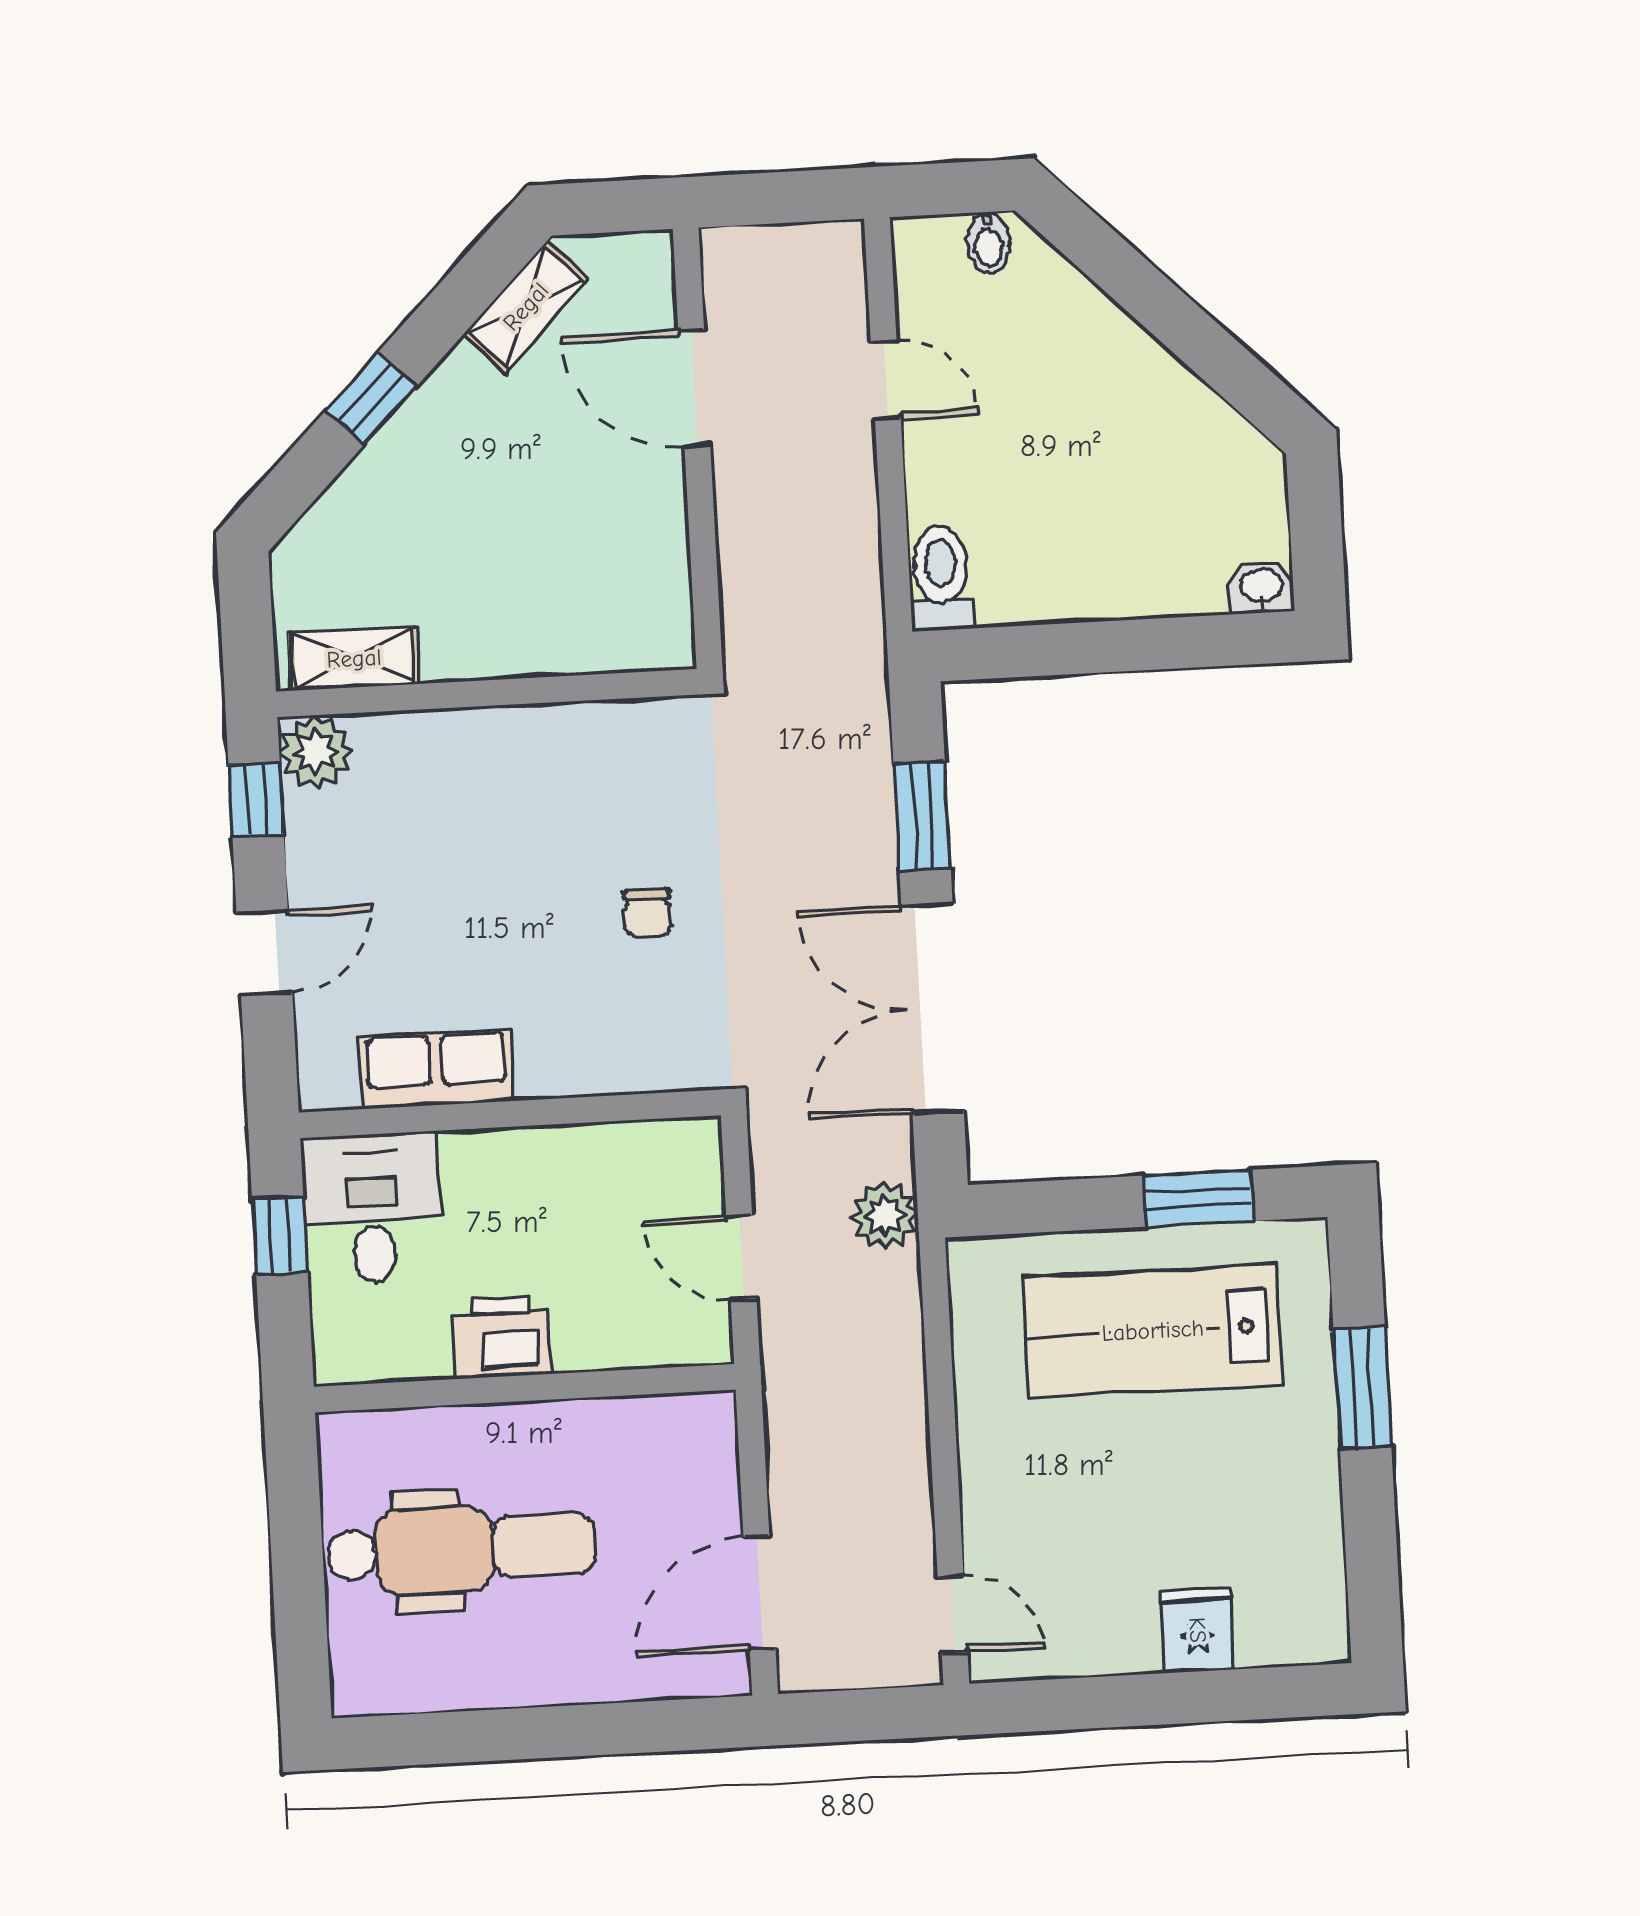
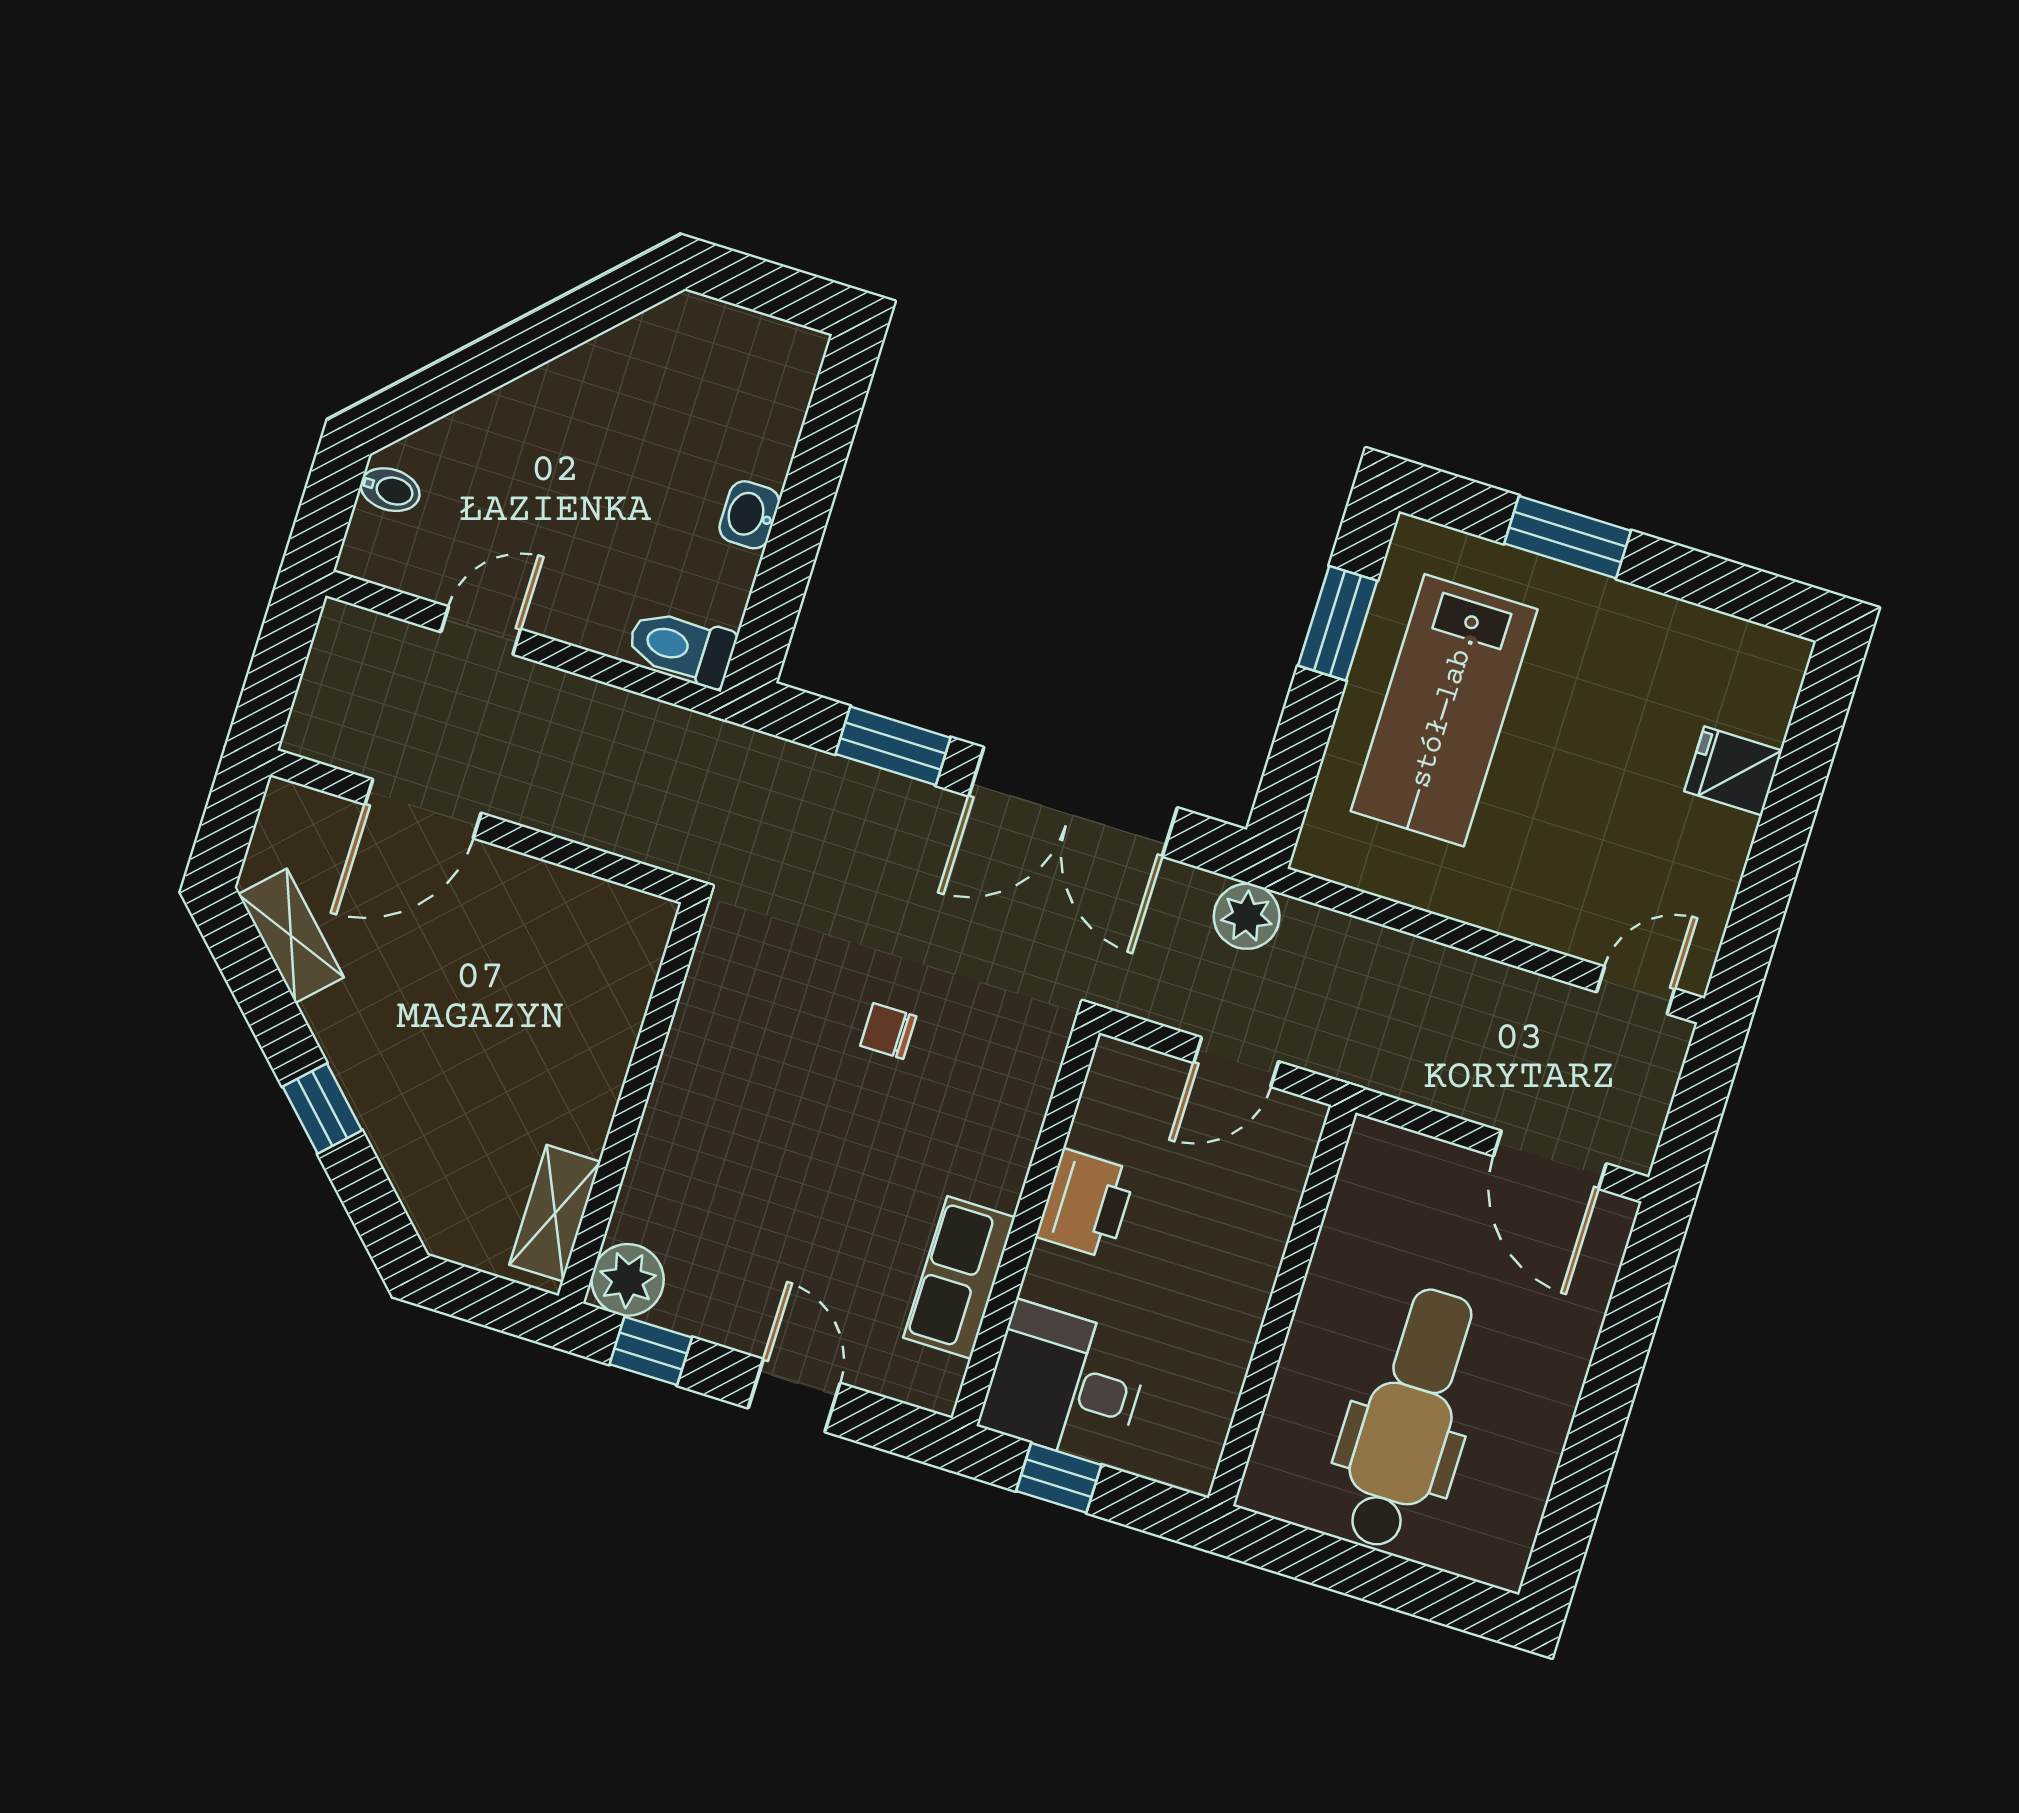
washbasin: (1261, 587) -> (749, 515), moved
chair: (647, 913) -> (888, 1031), turned 180
printer: (501, 1337) -> (1086, 1204), moved, turned 180

